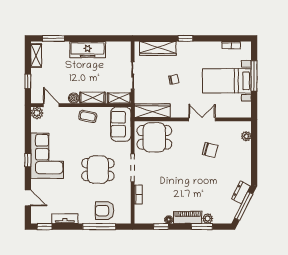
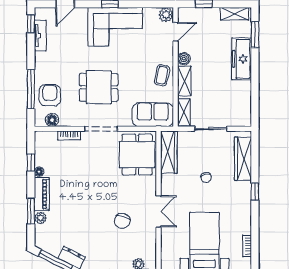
freezer: (88, 50) -> (242, 59), moved
dining table: (98, 170) -> (99, 87), turned 90
floor lamp: (125, 209) -> (52, 120), added
tv unit: (65, 219) -> (40, 36), moved

